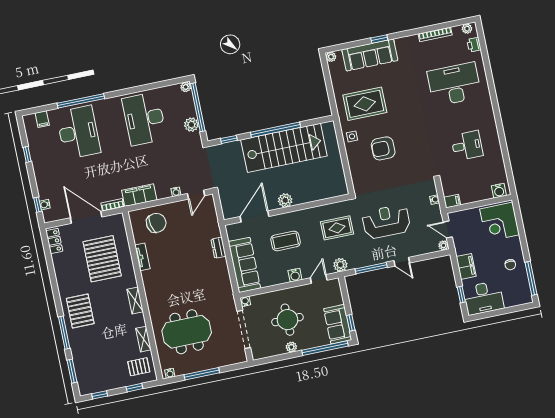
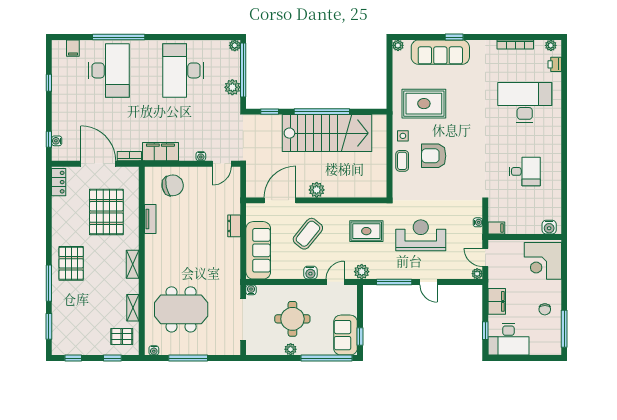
coffee table: (356, 159) -> (402, 161), added
coffee table: (286, 241) -> (308, 234), turned -51

